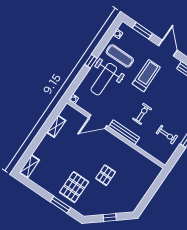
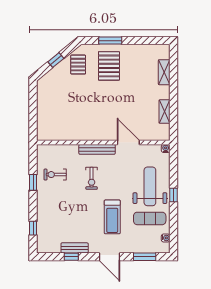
door: (98, 122) -> (128, 143), hinge flipped
shelving: (29, 166) -> (164, 72), moved
pallet: (106, 175) -> (78, 65), moved

